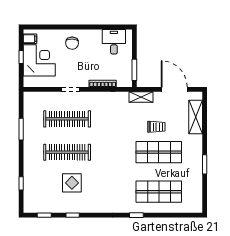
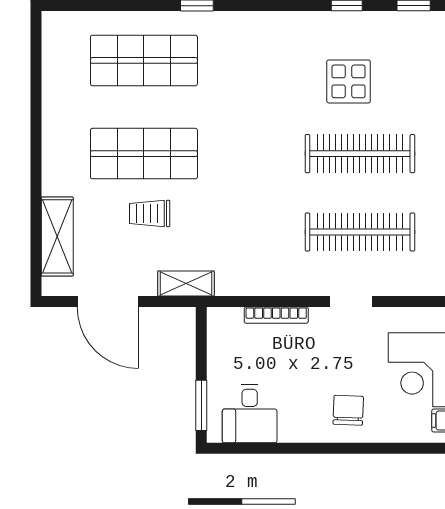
window: (134, 70) -> (201, 405), moved
window: (205, 164) -> (36, 125), removed

